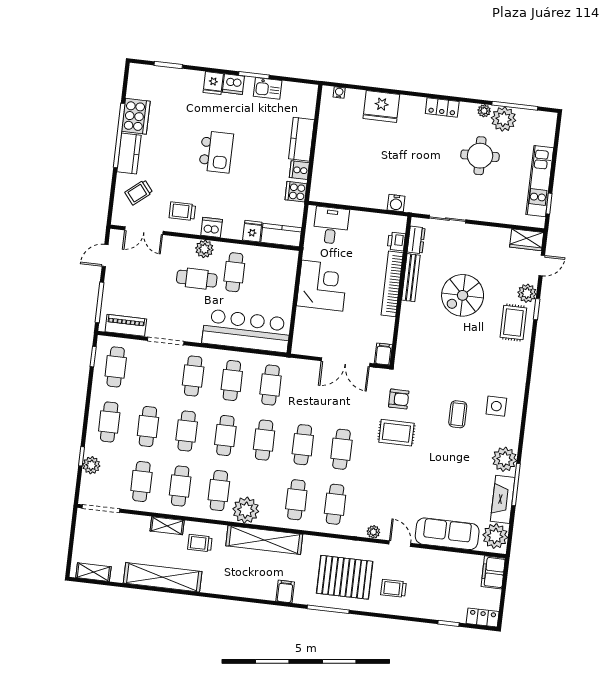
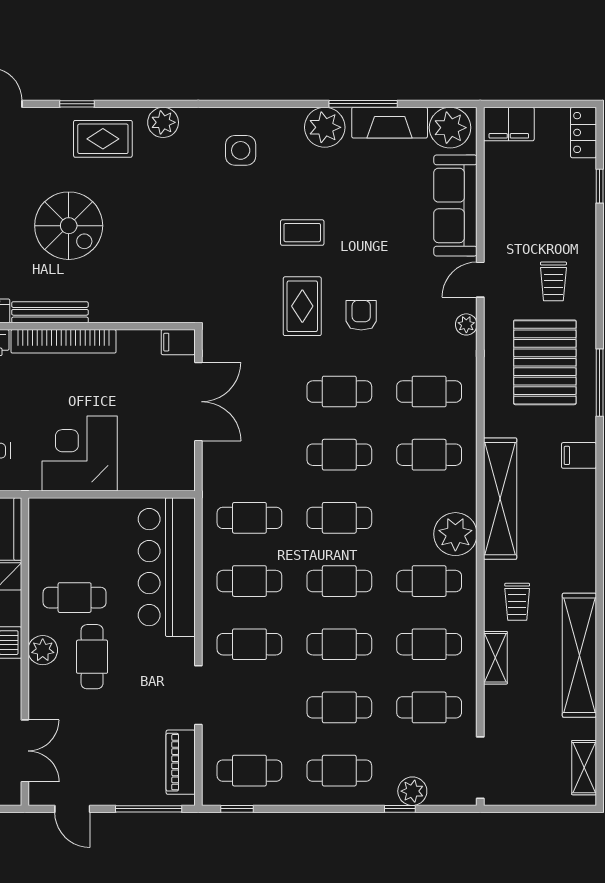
plant: (527, 293) -> (163, 122), moved
armchair: (399, 399) -> (361, 315), moved
coffee table: (458, 414) -> (302, 233), moved

